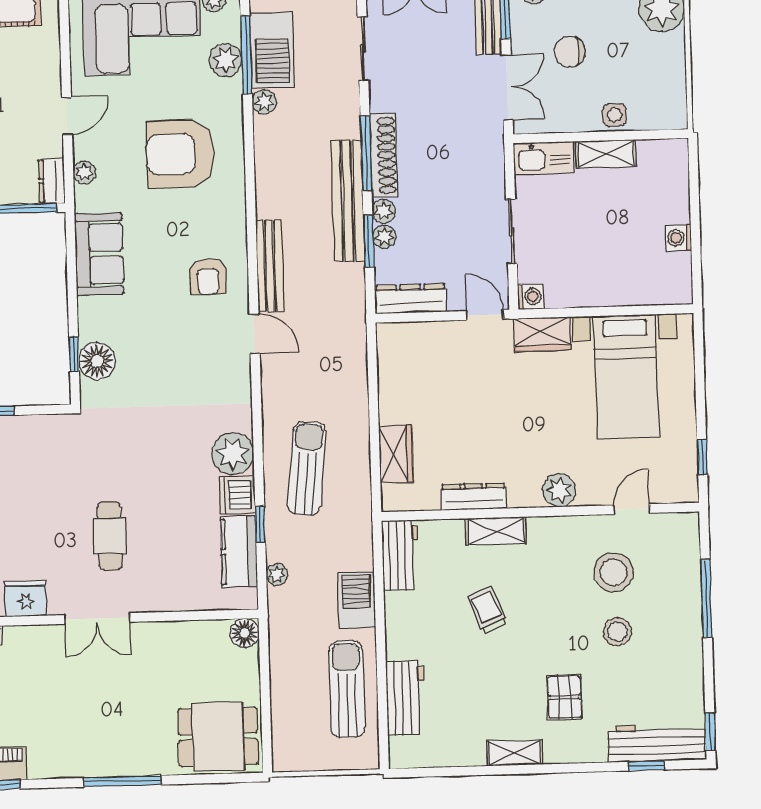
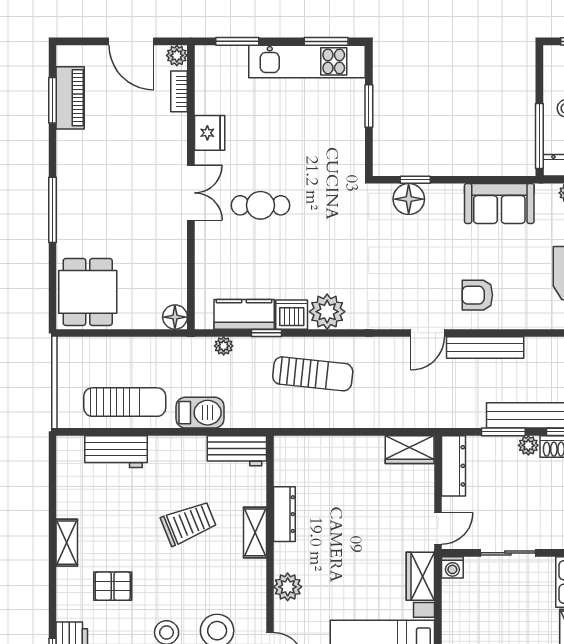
plant: (384, 237) -> (507, 445), removed
wardrobe: (396, 454) -> (410, 450), moved
trolley: (487, 610) -> (189, 523), width x1.36, depth x1.39
double door: (97, 618) -> (191, 193), swing flipped

